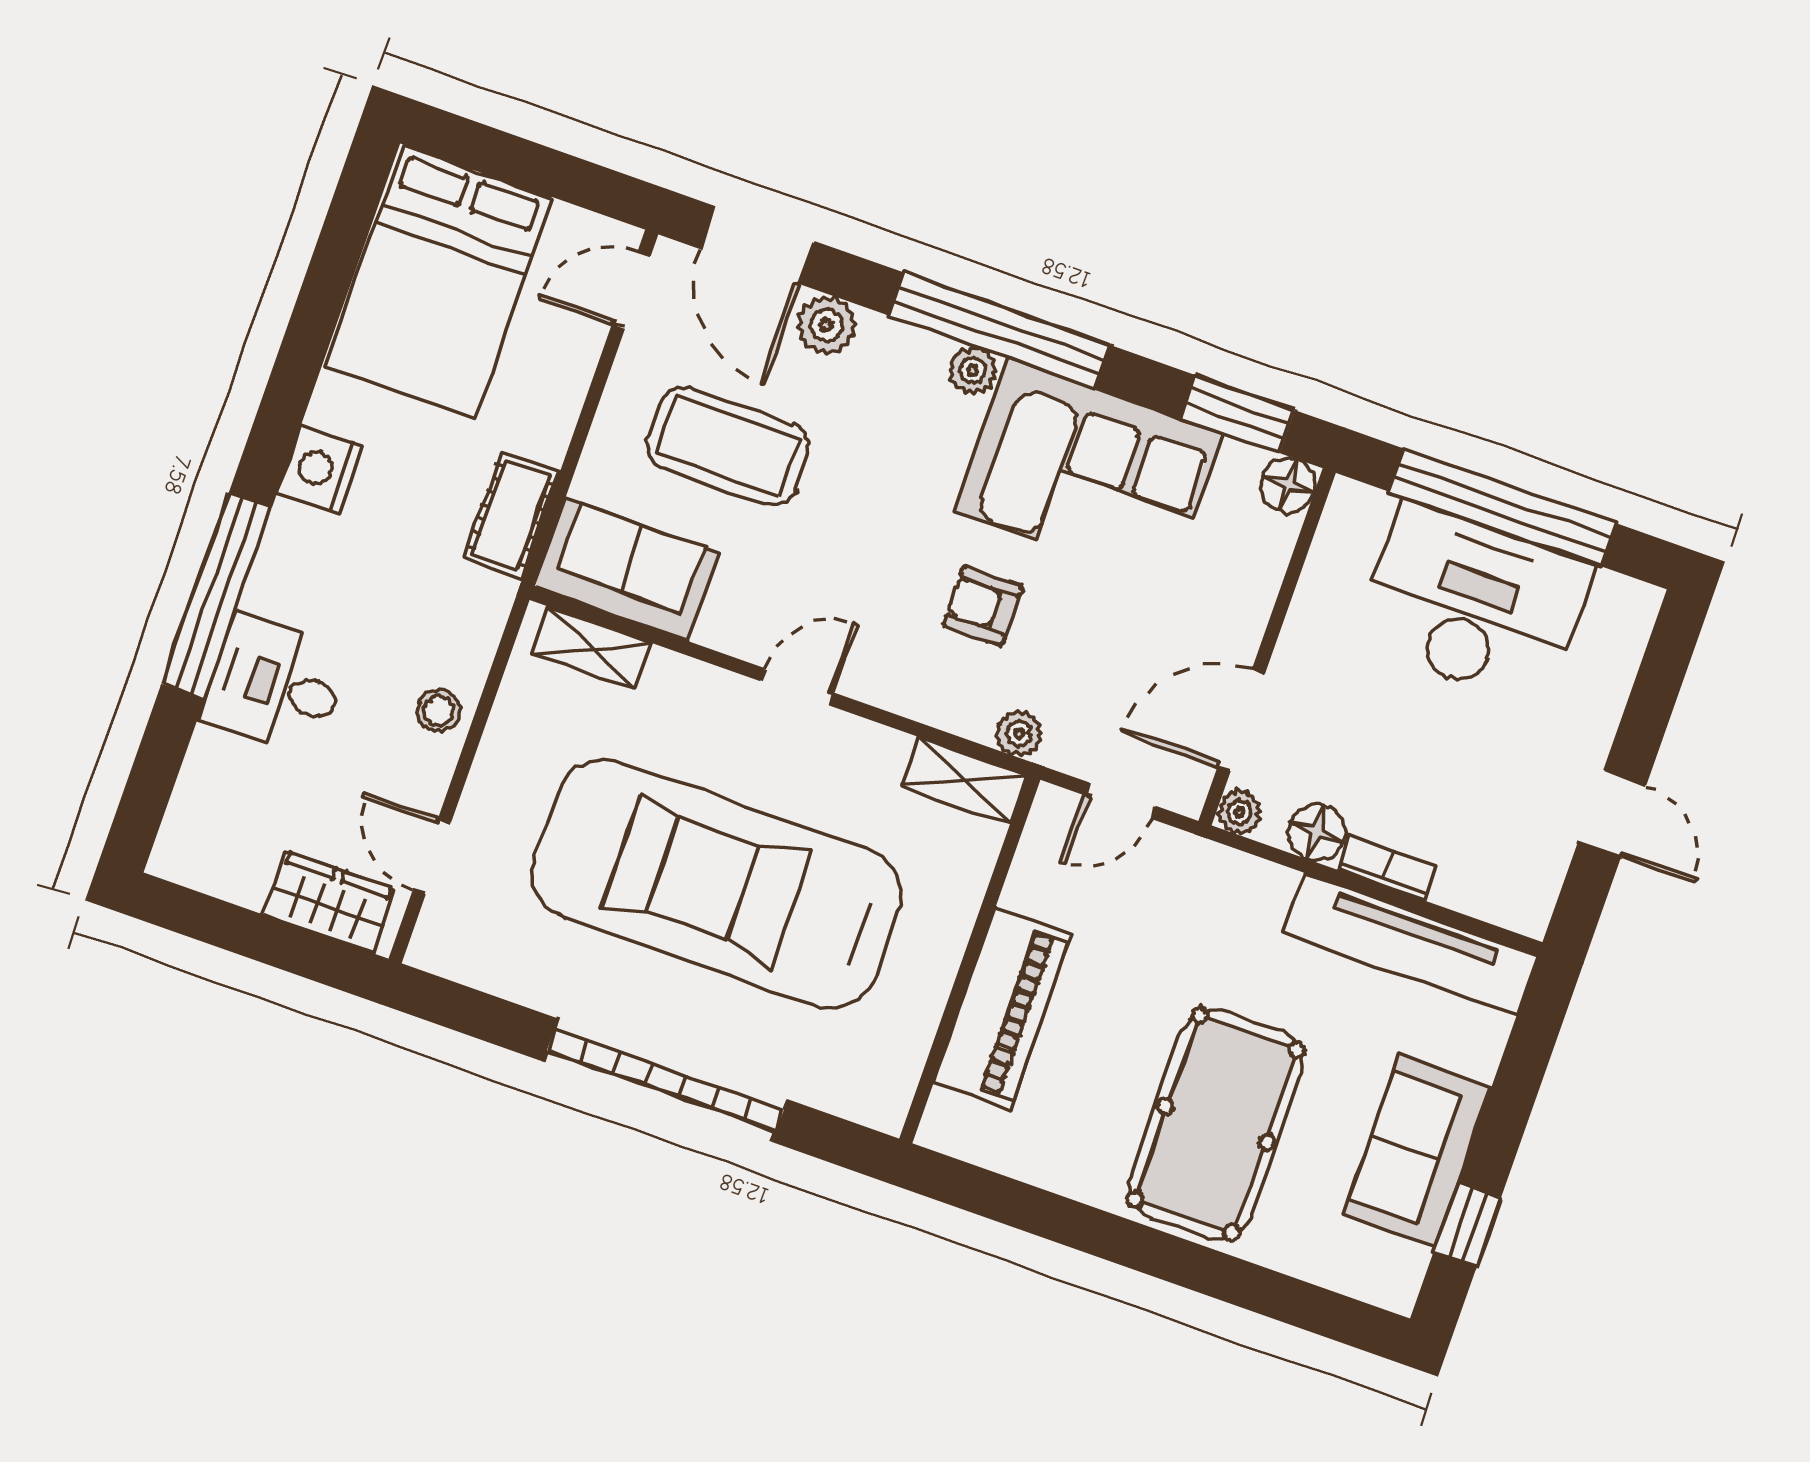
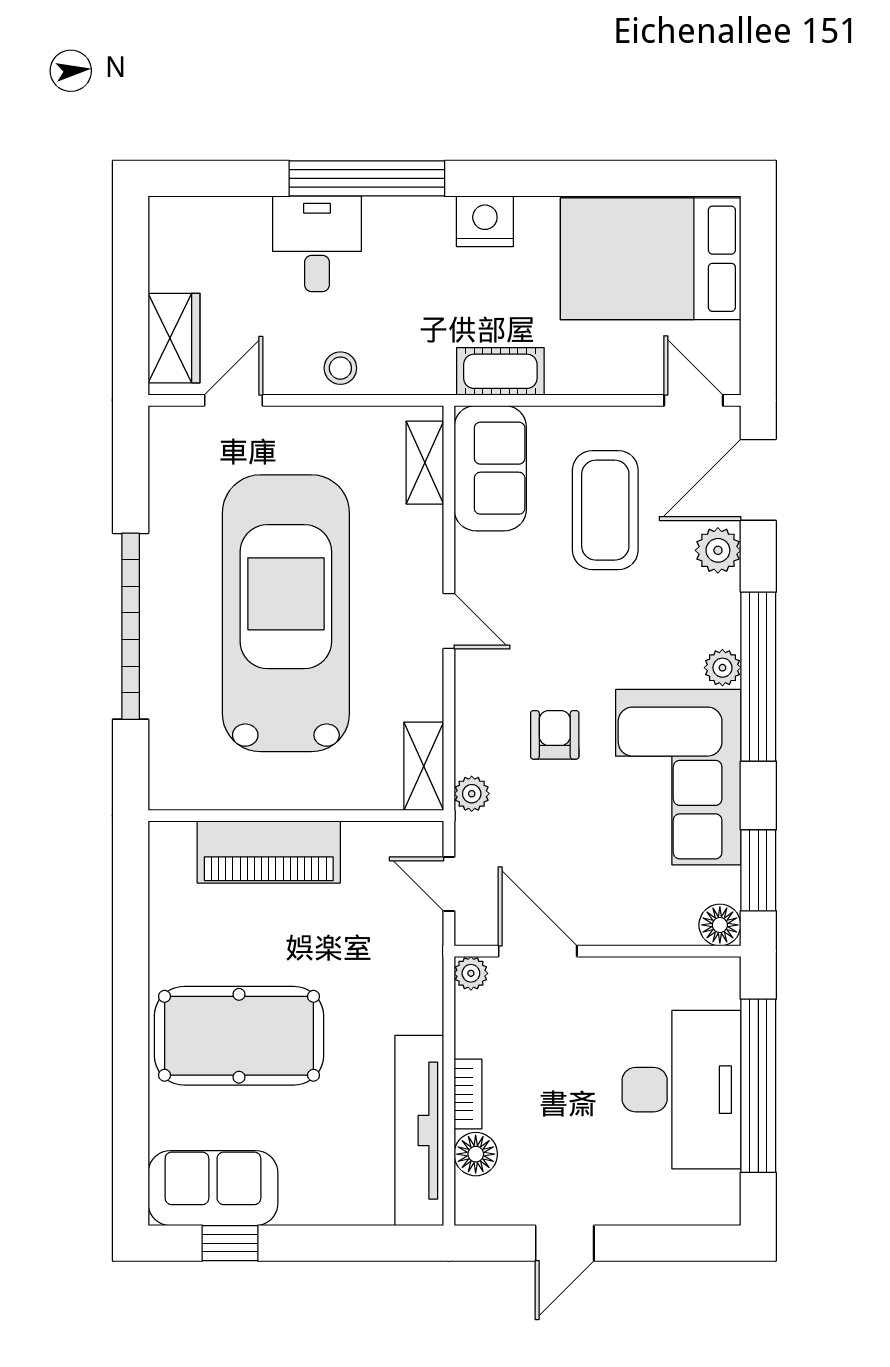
floor lamp: (1316, 832) -> (476, 1154), moved
sofa: (1417, 1151) -> (213, 1188), moved

